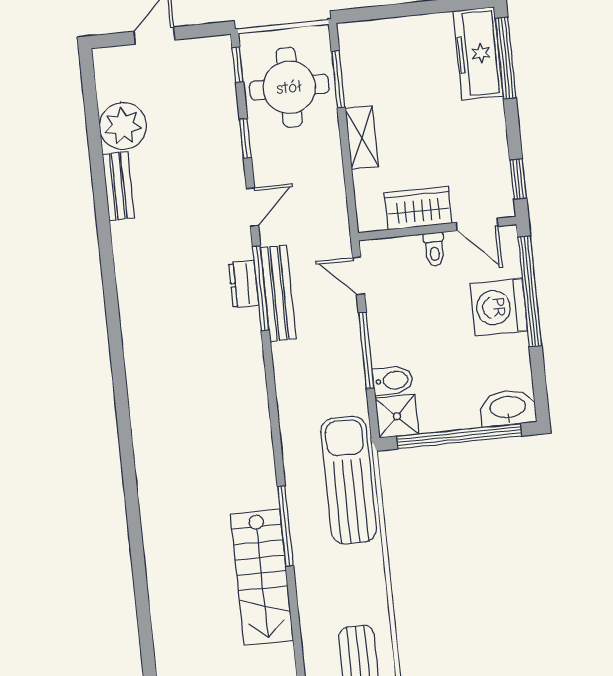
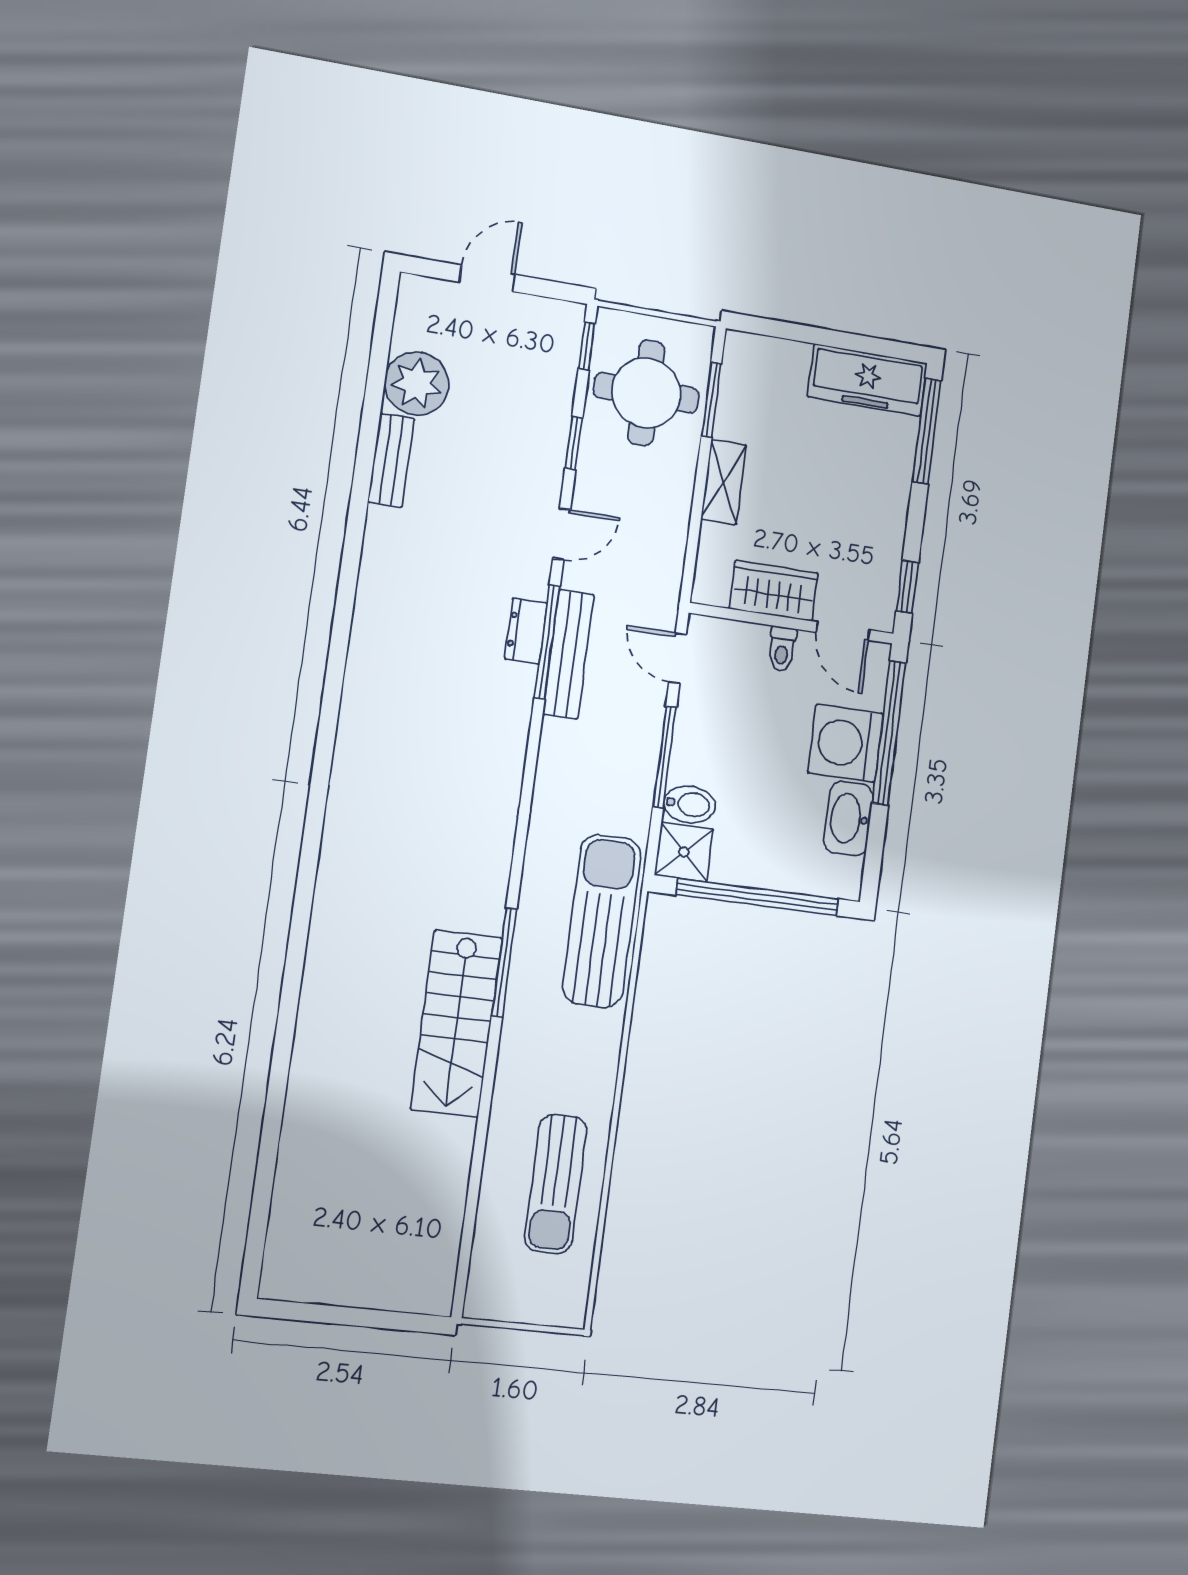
freezer: (478, 53) -> (868, 380), moved, turned -90
washbasin: (508, 408) -> (848, 819), moved, turned -90

